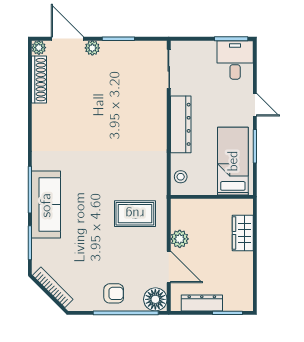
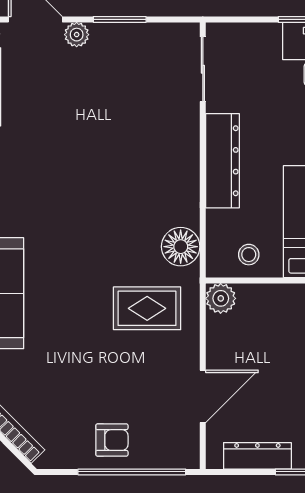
stool: (181, 177) -> (249, 255), moved
plant: (180, 239) -> (221, 298), moved
door: (169, 267) -> (203, 396), hinge flipped
floor lamp: (155, 299) -> (181, 247), moved

